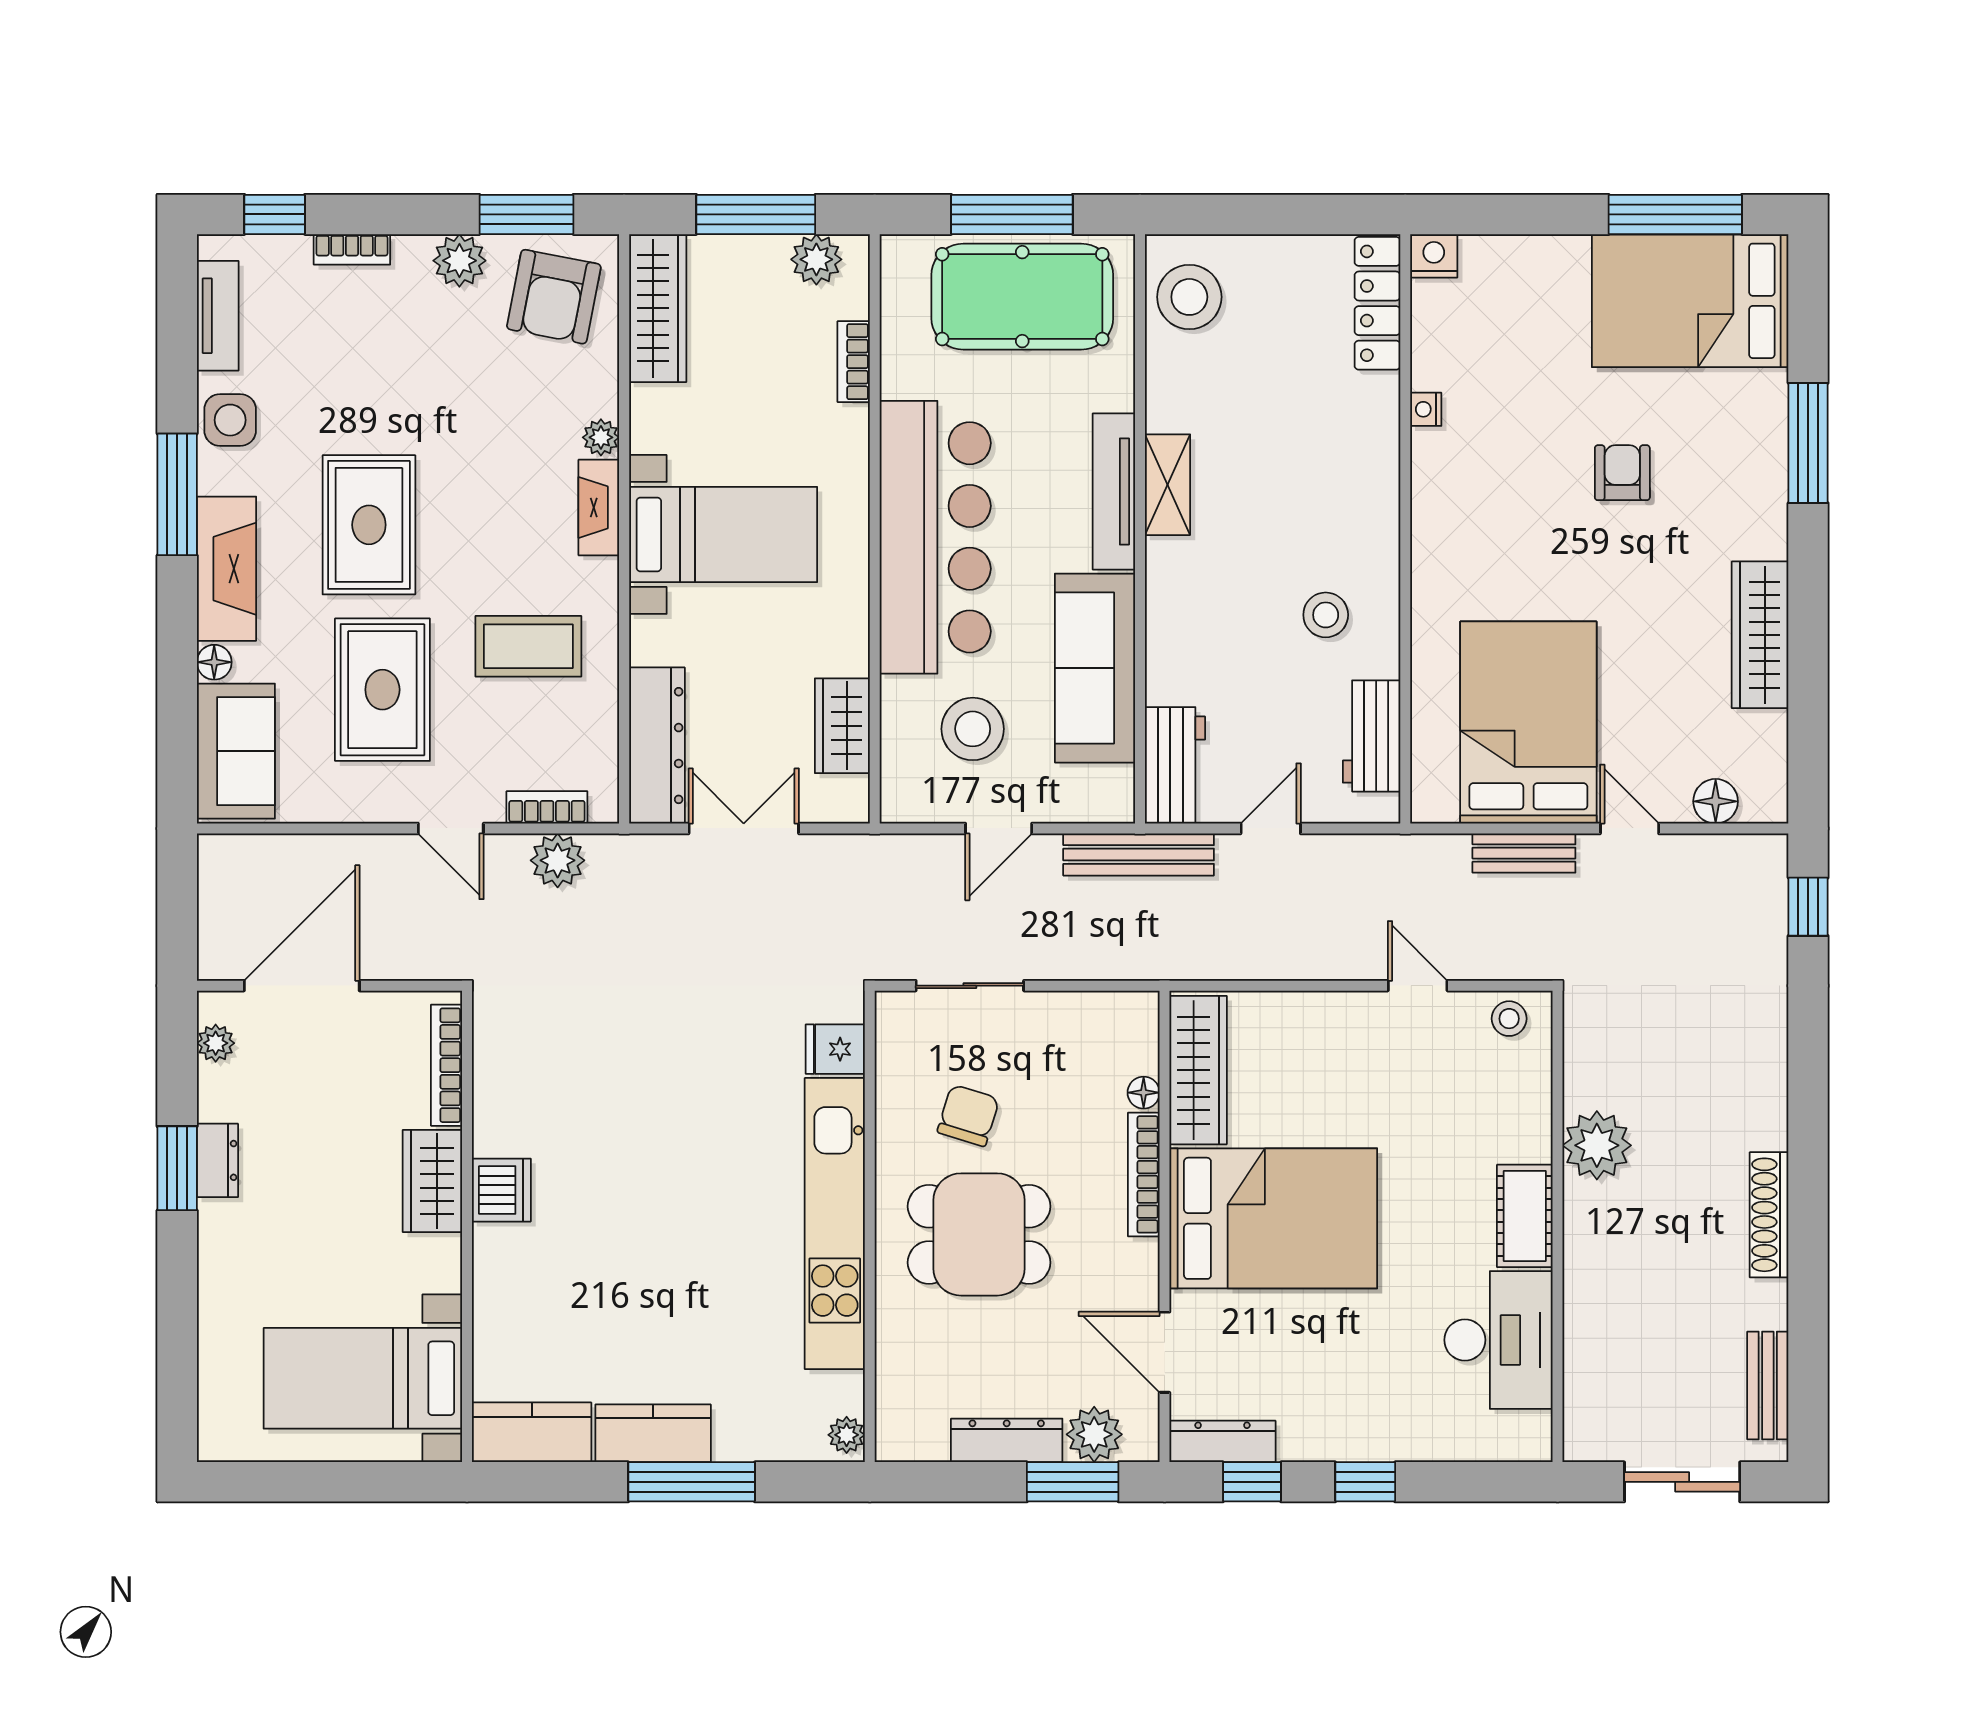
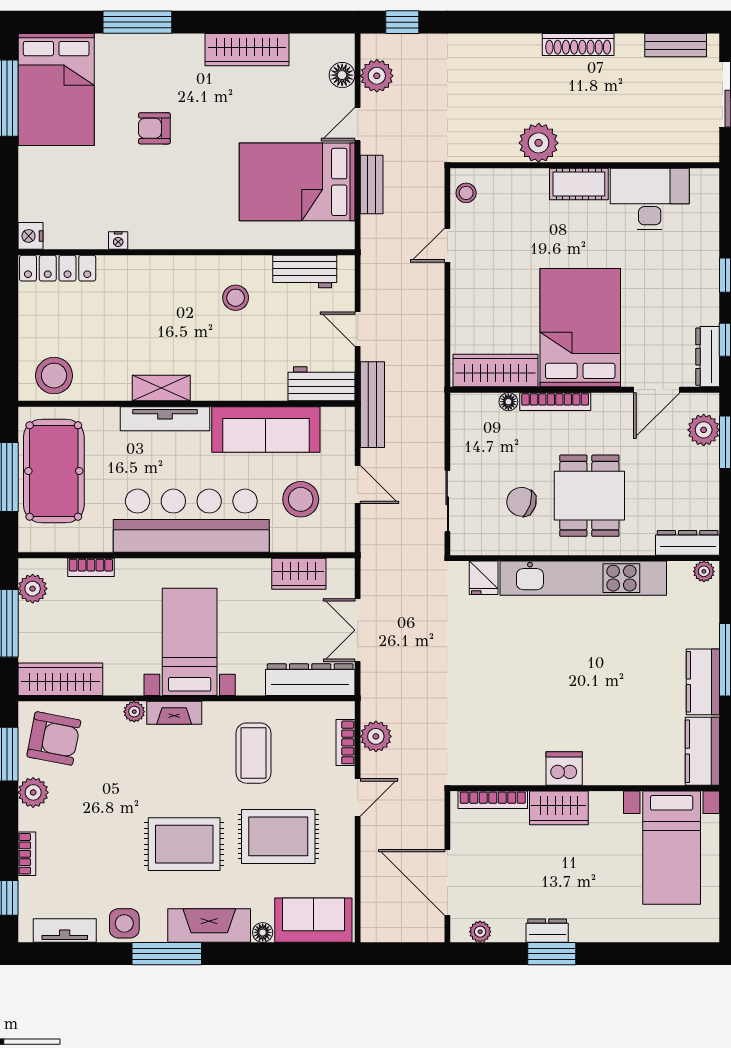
plant: (1714, 862) -> (377, 76), added
dresser: (1007, 1440) -> (688, 543), moved, turned 90

